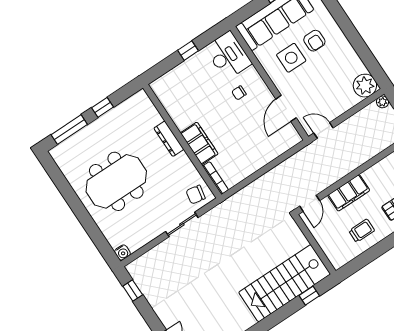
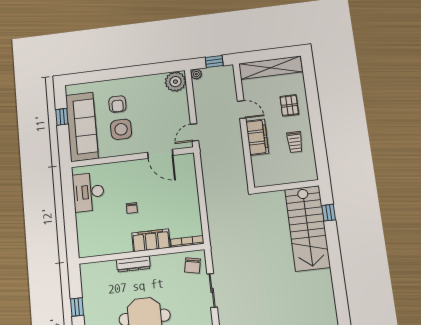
armchair: (314, 41) -> (117, 104), turned 90
window: (188, 51) -> (69, 210), removed
desk: (228, 56) -> (88, 192), moved, turned -90
chair: (239, 93) -> (132, 208), moved
door: (310, 203) -> (242, 110), moved
trolley: (362, 231) -> (295, 142), turned 180

